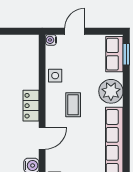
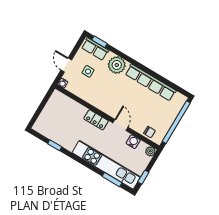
side table: (55, 76) -> (88, 71), moved
coffee table: (73, 105) -> (111, 93), removed

